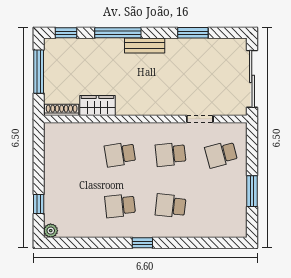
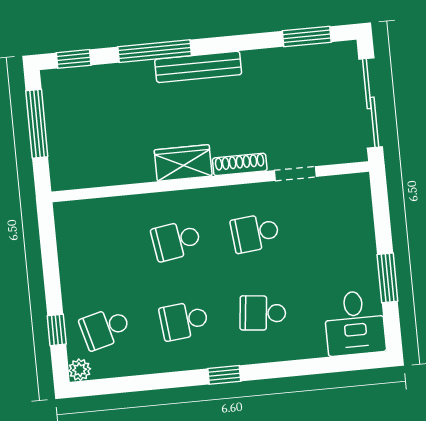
window: (193, 33) -> (307, 36), moved
bench: (145, 45) -> (198, 67), width x1.36
wardrobe: (97, 106) -> (183, 163), moved
shoe rack: (62, 110) -> (240, 164), moved
school desk: (221, 154) -> (105, 328), moved
desk: (228, 218) -> (355, 323), added

